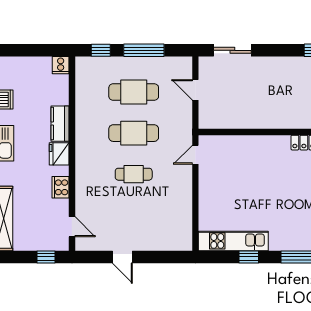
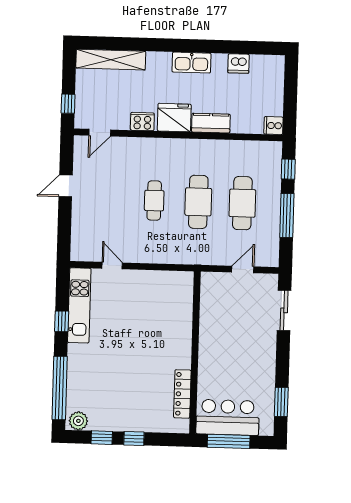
fridge: (59, 154) -> (174, 118), width x1.36, depth x1.34
door: (195, 155) -> (112, 266), moved

